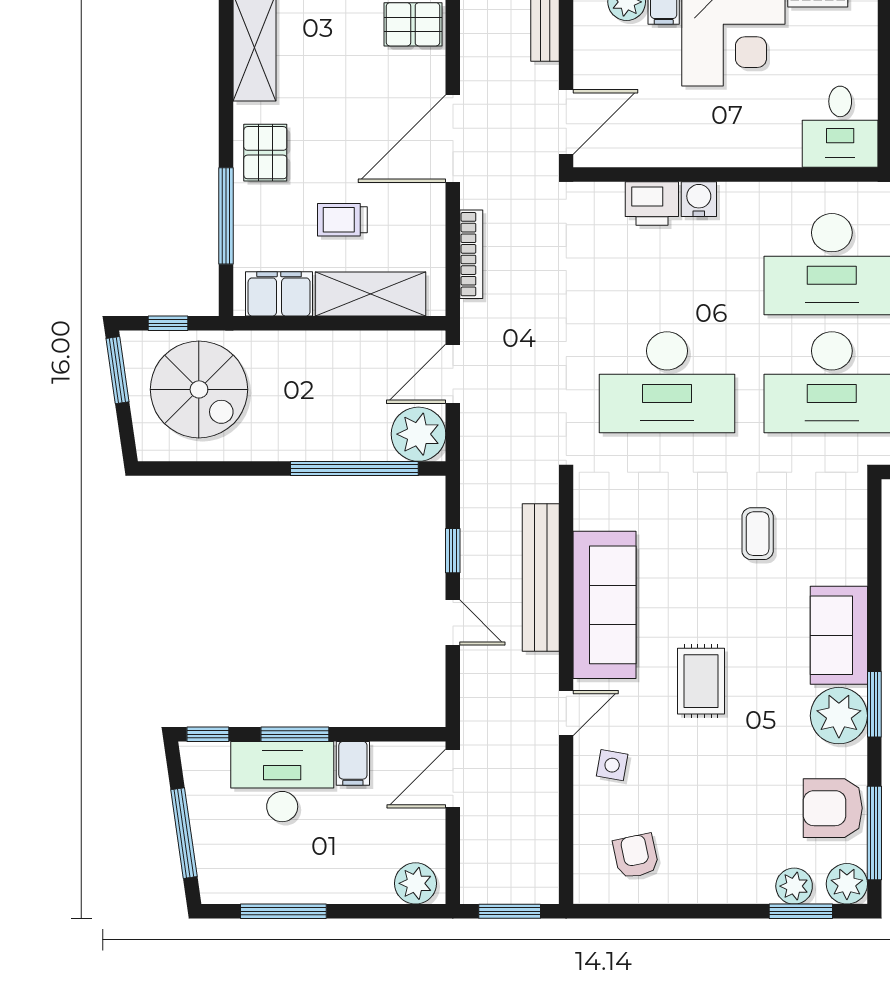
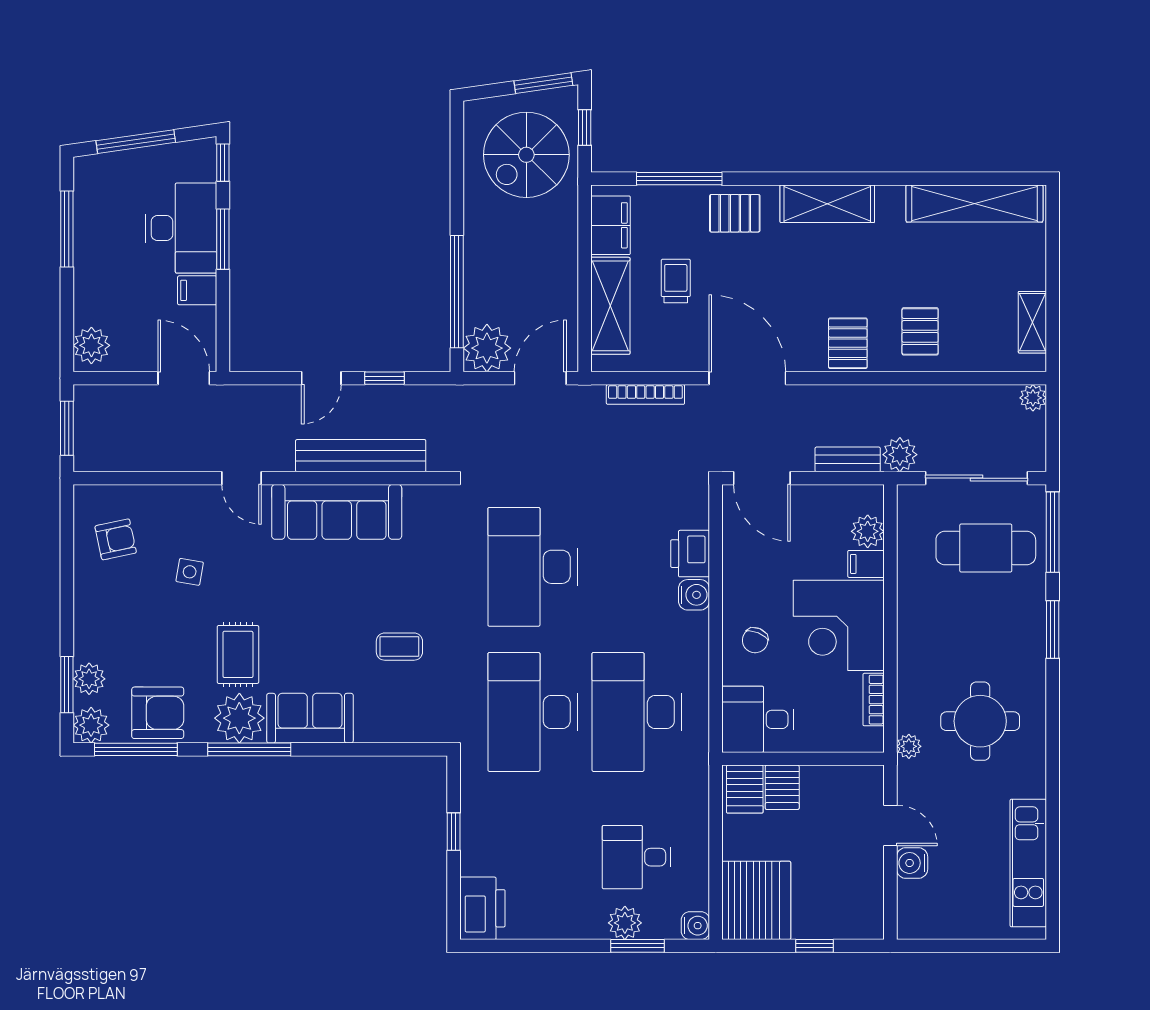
chair: (750, 130) -> (755, 640), added
door: (453, 374) -> (540, 378), hinge flipped
rug: (701, 681) -> (238, 654), moved, turned 90
window: (874, 704) -> (249, 749), width x1.44
side table: (612, 765) -> (190, 572), moved
armchair: (833, 808) -> (158, 713), turned 90

